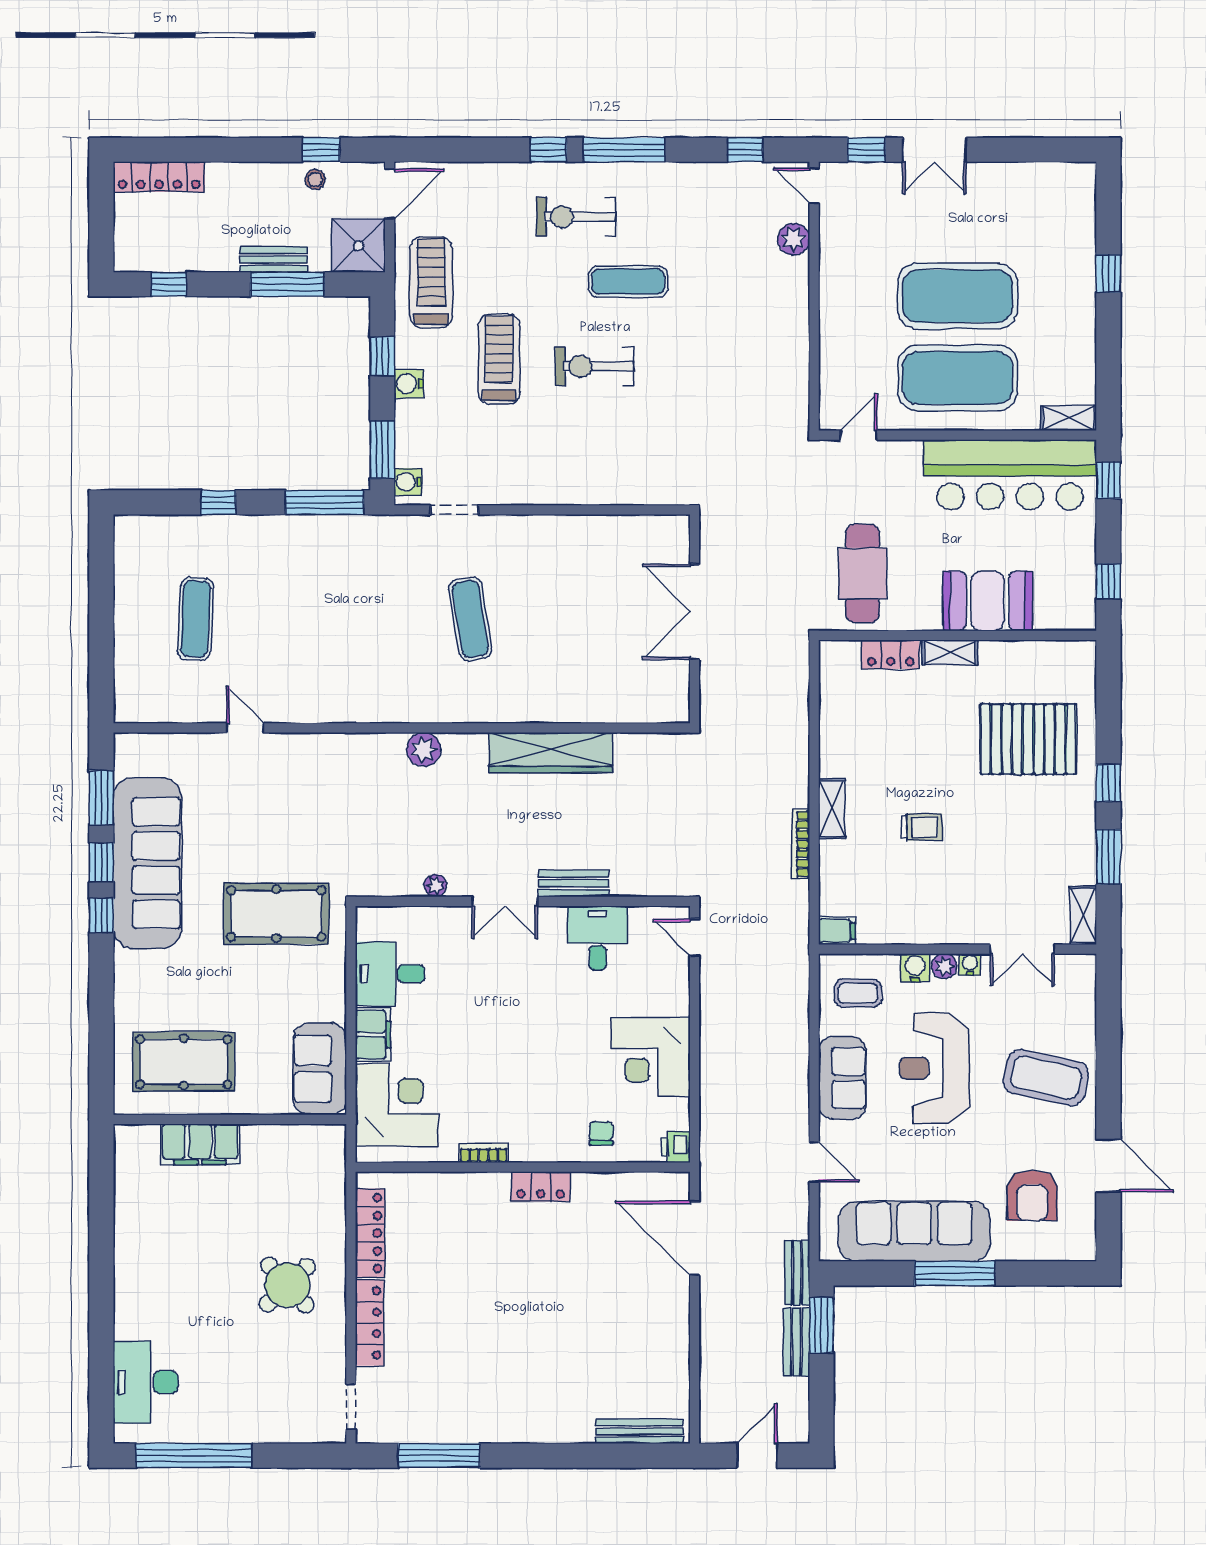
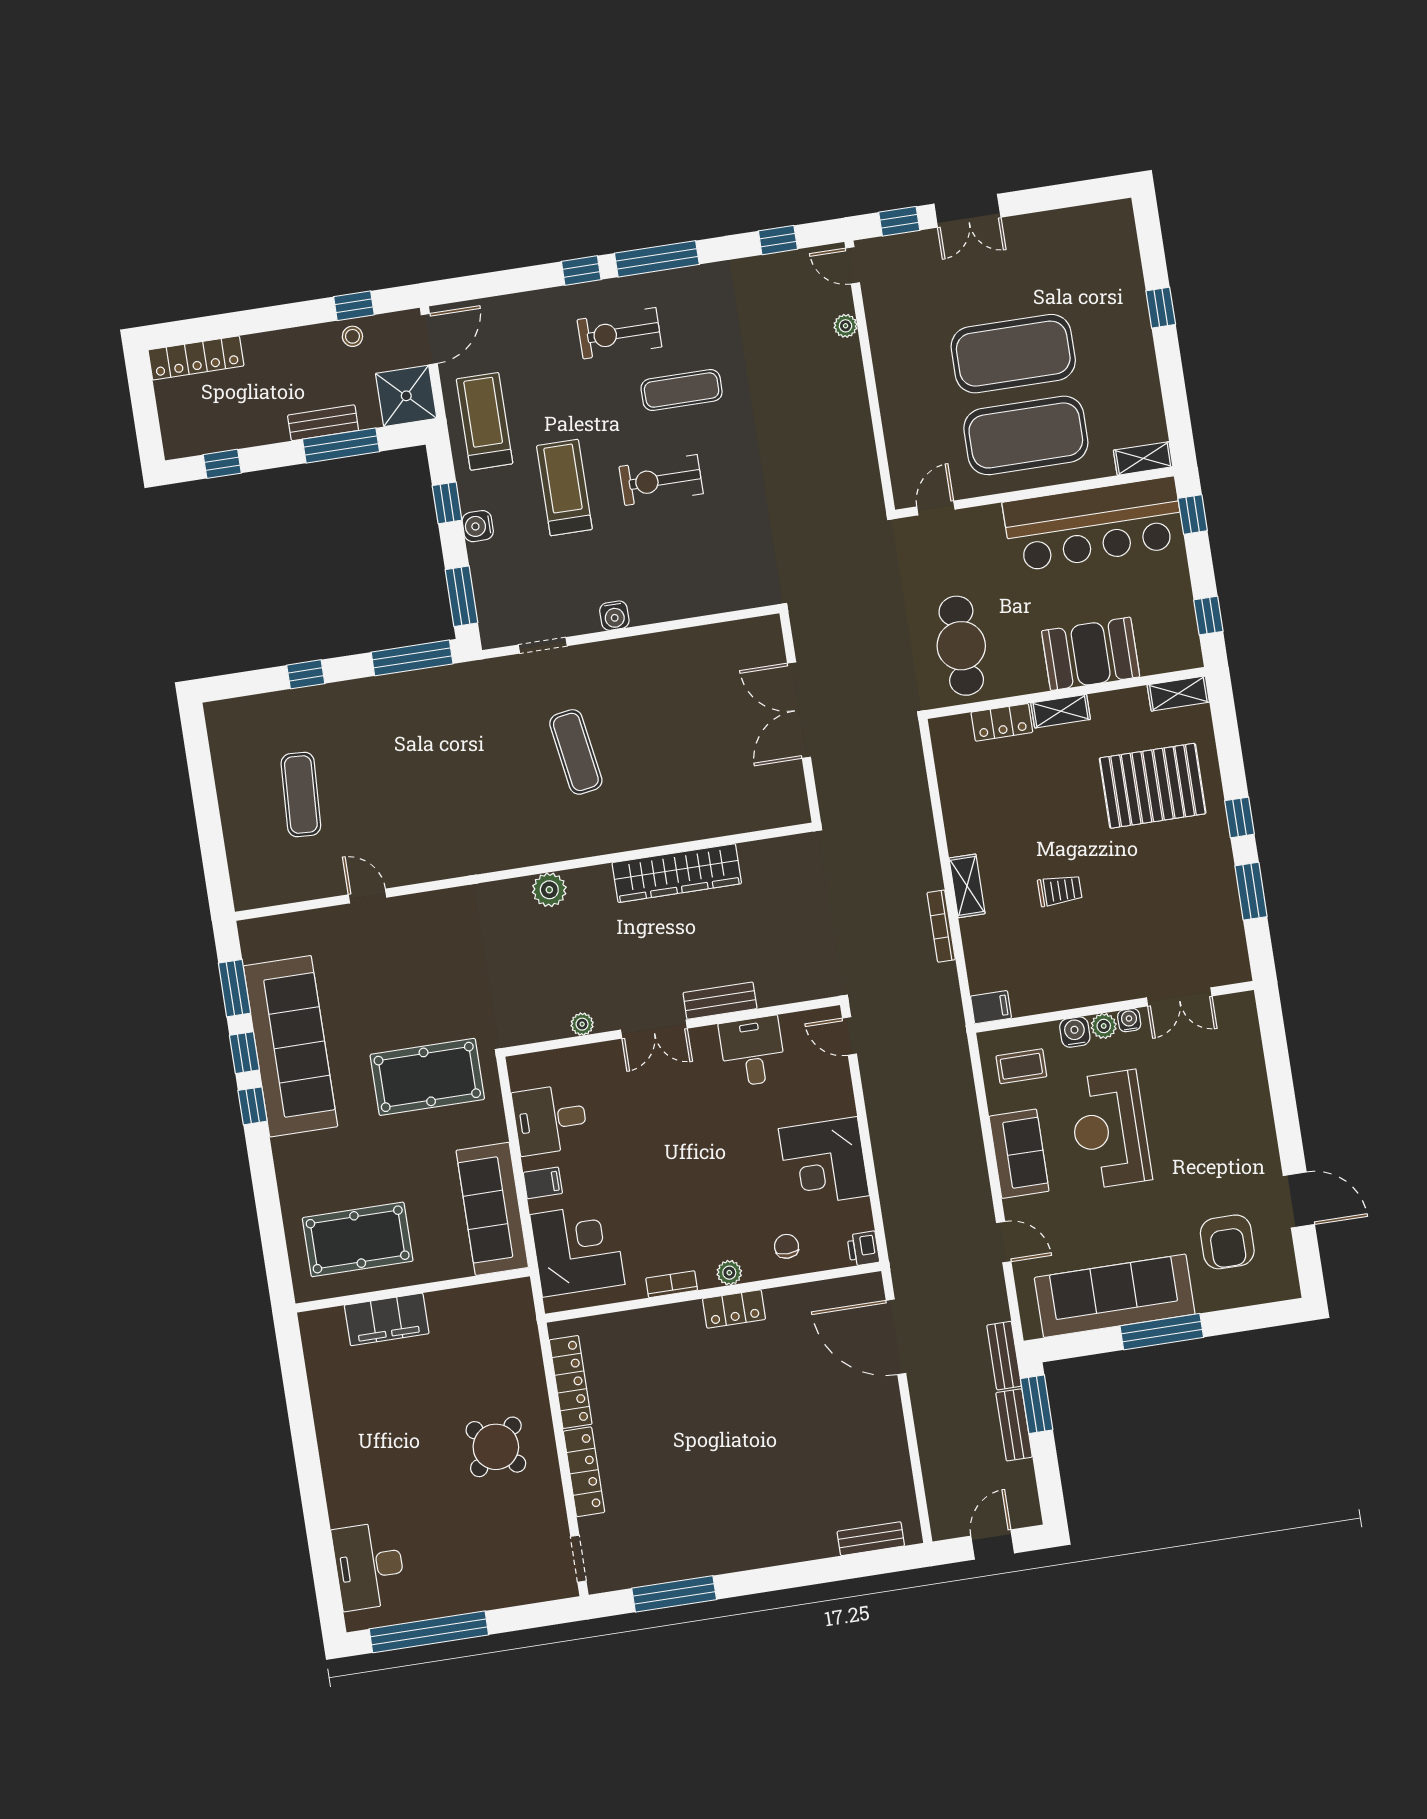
plant: (794, 239) -> (846, 326), width x0.73, depth x0.73
water cooler: (408, 482) -> (614, 616), moved, turned -90
shelving: (1083, 915) -> (1178, 694), moved, turned 90
filing cabinet: (373, 1035) -> (543, 1183), width x0.50
sofa: (320, 1069) -> (492, 1209), width x1.36
coffee table: (1046, 1078) -> (1223, 1122), removed
plant: (541, 1150) -> (729, 1273), added
bench: (639, 1431) -> (871, 1539), width x0.73

